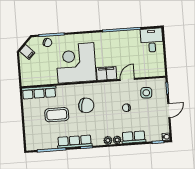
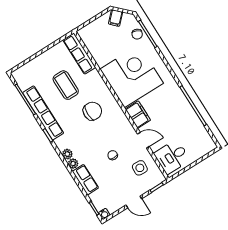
desk: (152, 40) -> (172, 157), moved, turned 180
chair: (86, 105) -> (92, 111), turned -103
row of seats: (75, 142) -> (43, 113), width x1.36

